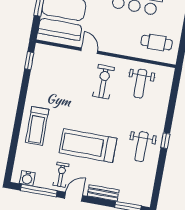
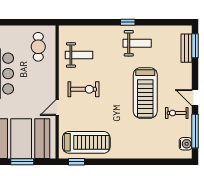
exercise bike: (104, 82) -> (83, 89), turned 180
treadmill: (37, 126) -> (86, 142), moved, width x1.37, depth x1.38
bench: (103, 193) -> (186, 48), moved

